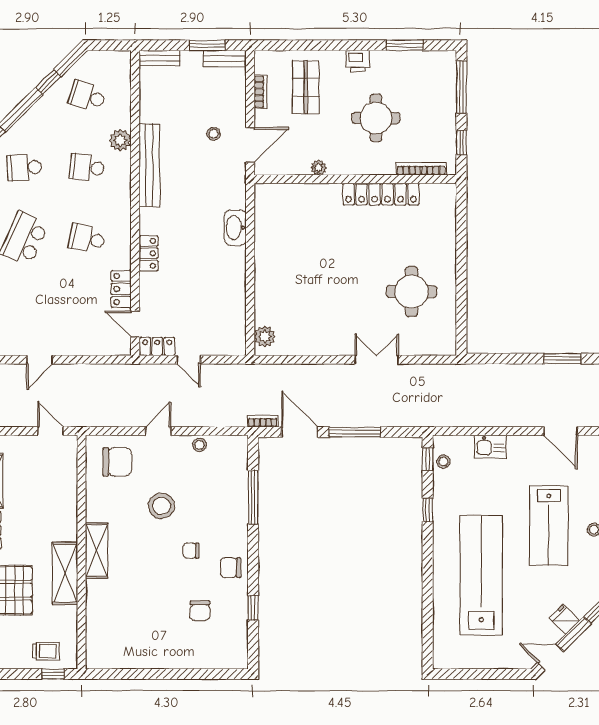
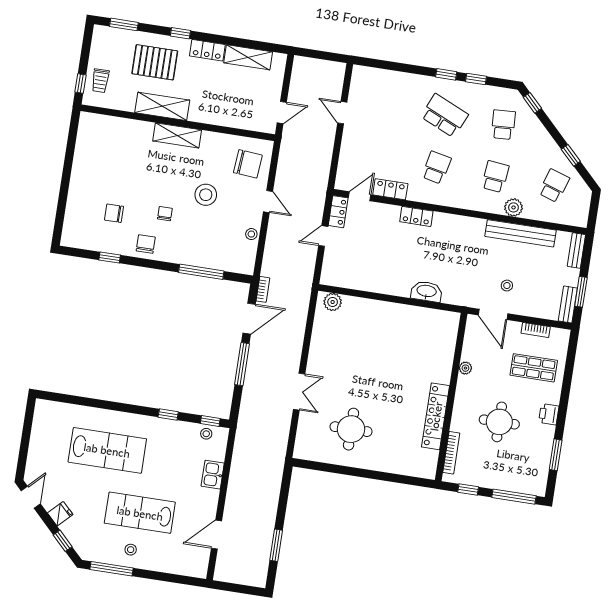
bench: (149, 165) -> (520, 233), moved
chair: (117, 462) -> (248, 164), turned -85
lab bench: (481, 575) -> (107, 450), width x0.73

